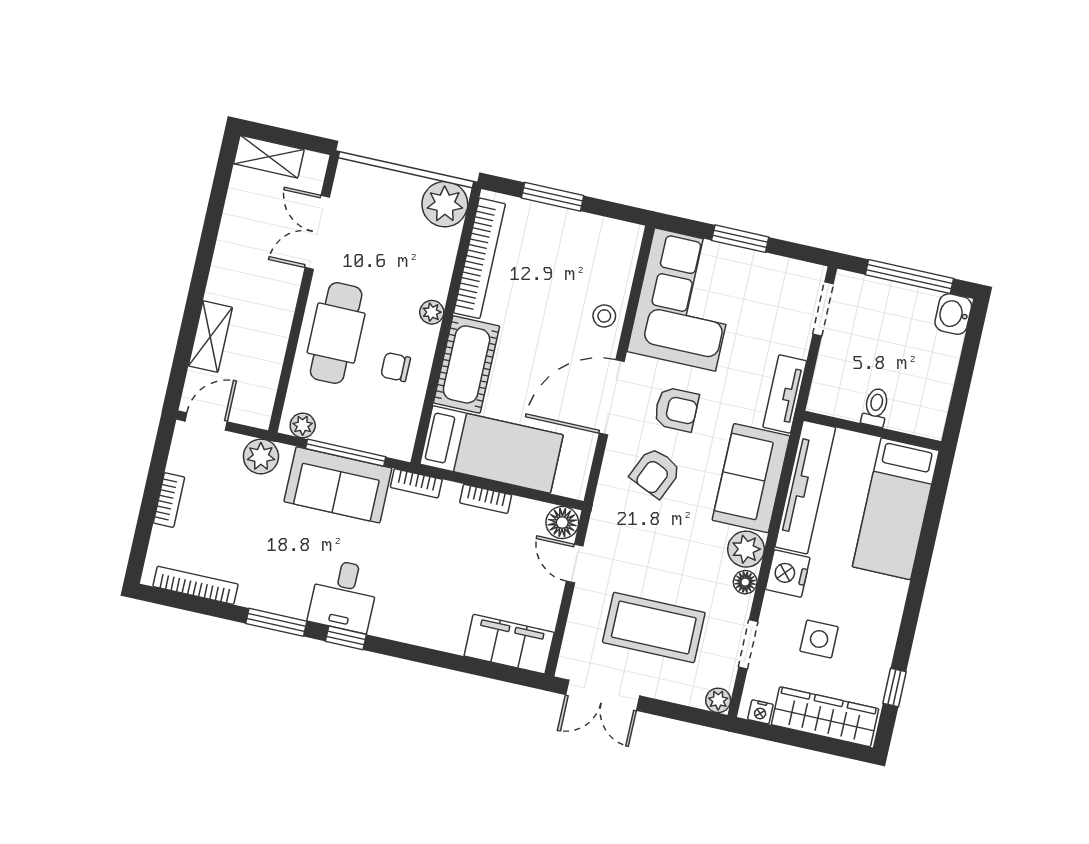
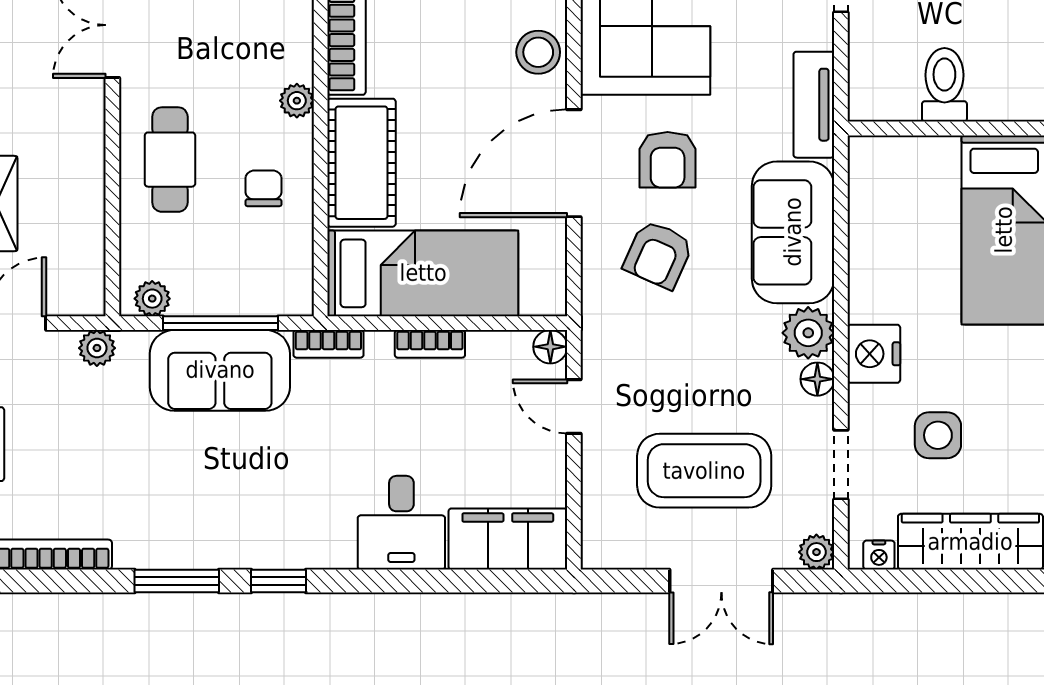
stool: (604, 316) -> (538, 52), width x1.37, depth x1.37
cafe table: (336, 333) -> (170, 160), width x0.73, depth x0.74
chair: (396, 367) -> (263, 188), turned 90
toilet: (876, 407) -> (944, 85), width x1.37, depth x1.39
armchair: (676, 409) -> (668, 160), turned 90
plant: (261, 456) -> (97, 348), width x0.73, depth x0.73
tv unit: (805, 487) -> (871, 228), removed
floor lamp: (562, 523) -> (550, 347), width x0.73, depth x0.73
desk: (344, 596) -> (401, 523), moved
double door: (603, 695) -> (721, 581), moved

